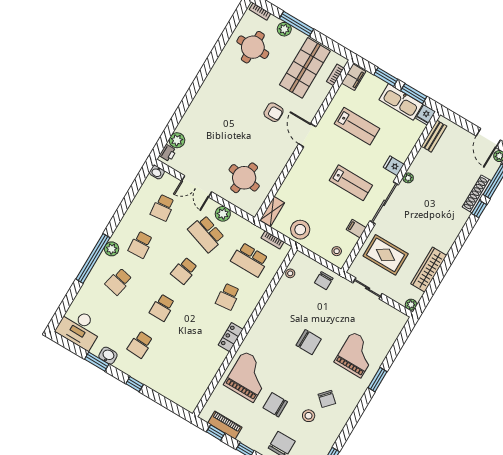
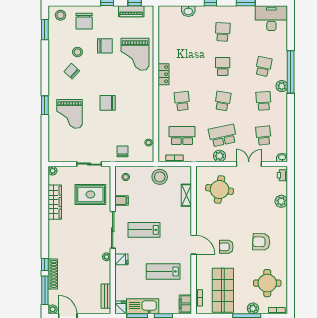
armchair: (233, 95) -> (261, 242), added
plant: (177, 140) -> (281, 201), moved
shelving: (272, 211) -> (186, 195), moved
school desk: (206, 234) -> (223, 135), turned -30
washbasin: (108, 356) -> (188, 11), moved

